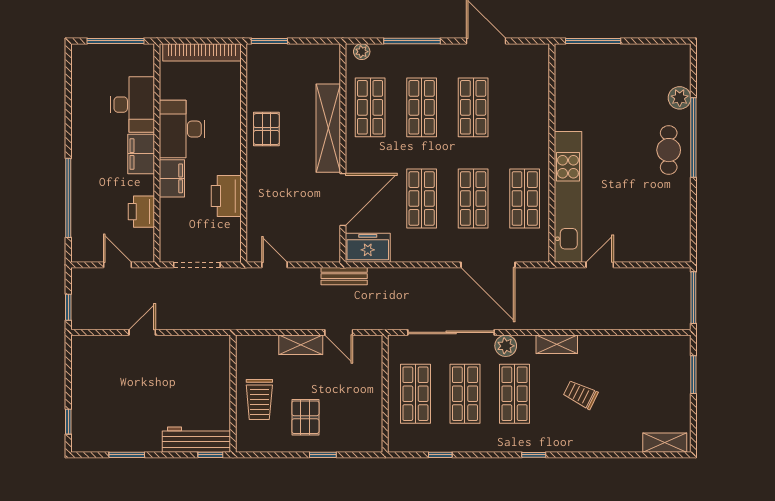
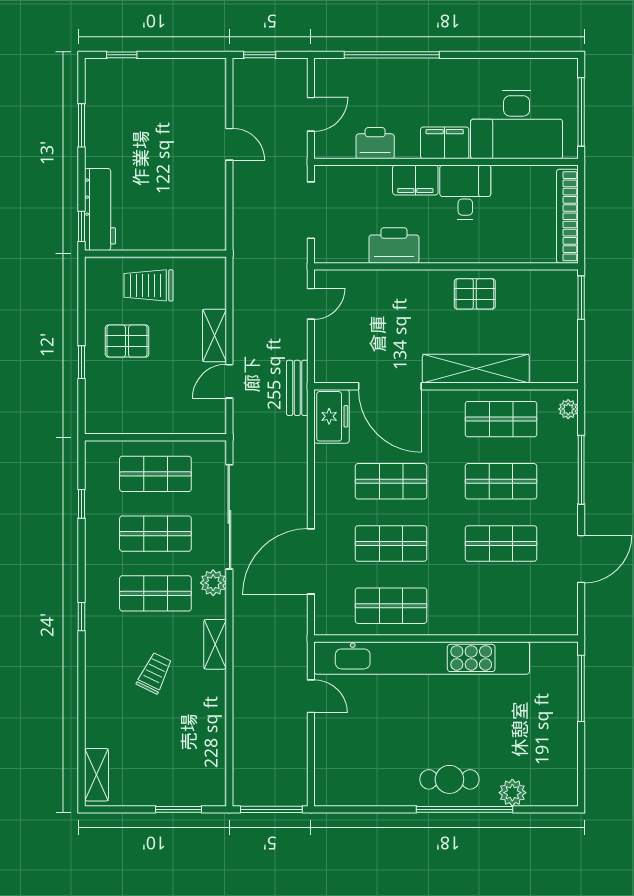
desk: (133, 105) -> (517, 125), width x1.36, depth x1.30
desk: (182, 129) -> (465, 192), width x0.73
kitchen unit: (568, 197) -> (422, 658), width x1.36

